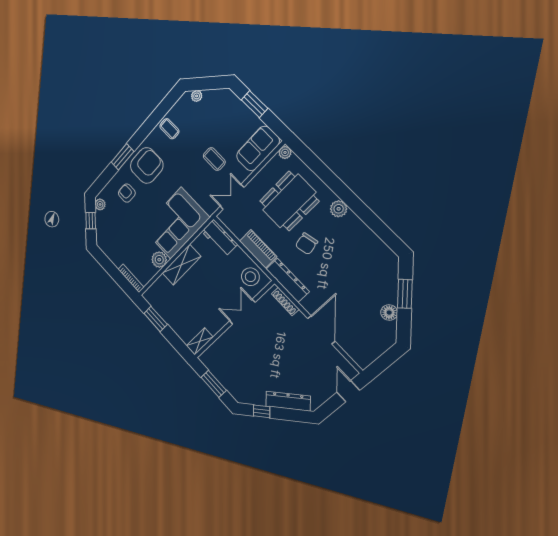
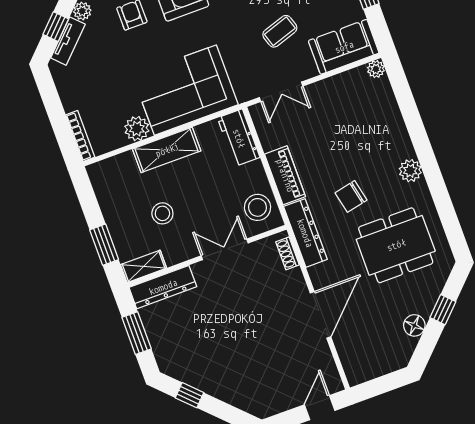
coffee table: (214, 159) -> (280, 31), turned 72
double door: (232, 197) -> (281, 92), swing flipped
dining table: (289, 201) -> (396, 245), moved
tv unit: (100, 226) -> (68, 41), added
window: (405, 294) -> (443, 310), width x0.67
shoe rack: (285, 302) -> (288, 253), width x0.70
stool: (196, 305) -> (162, 213), added
window: (156, 319) -> (104, 245), moved
dresser: (288, 401) -> (163, 287), moved, turned 135

